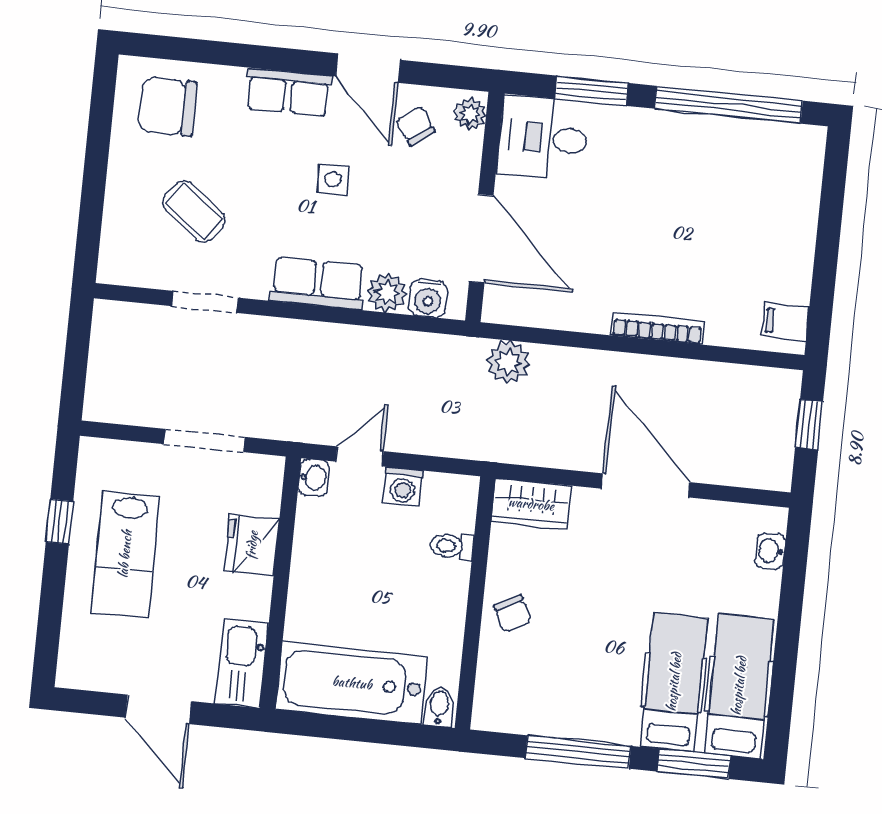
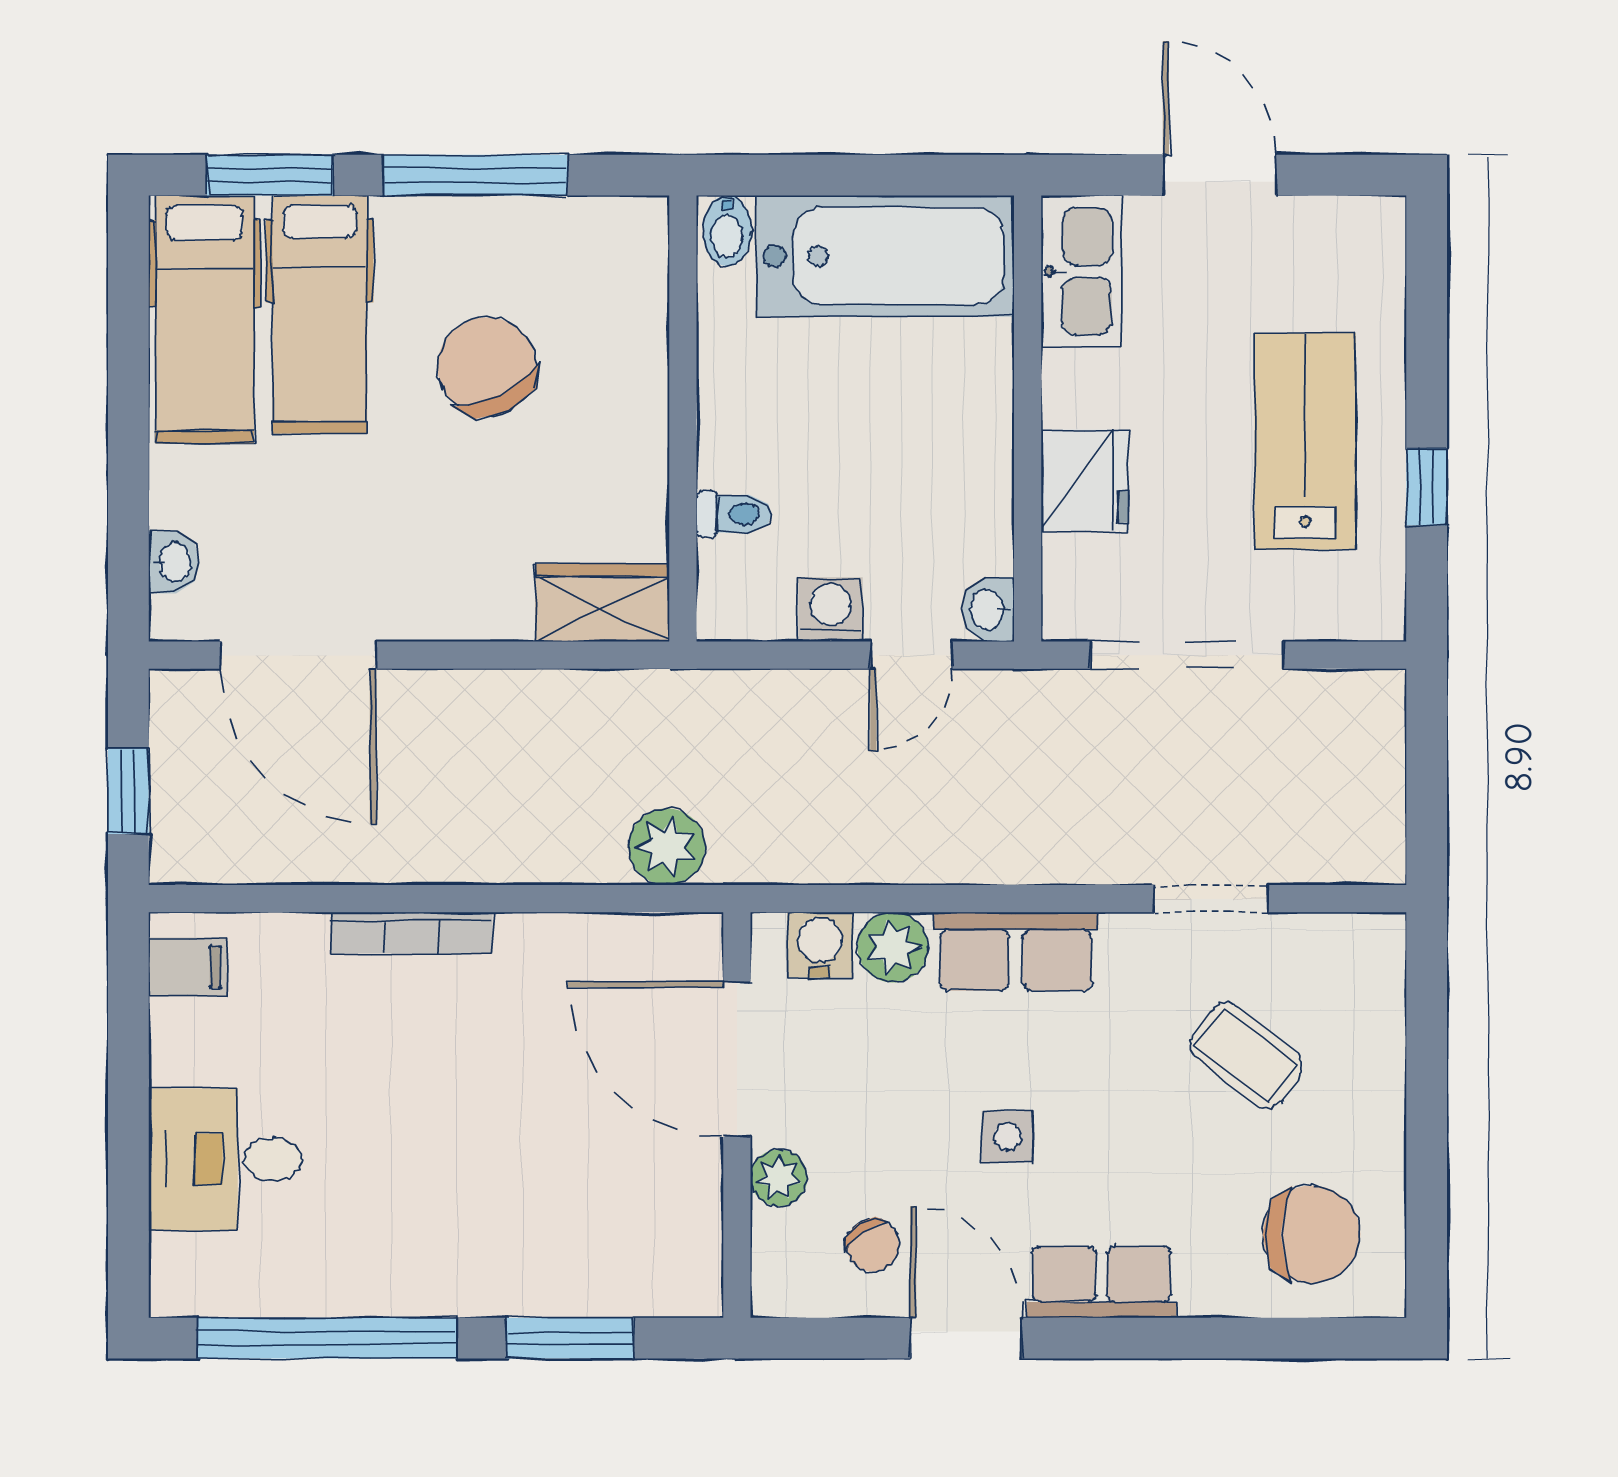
plant: (470, 114) -> (779, 1178), moved
desk: (543, 138) -> (225, 1159), moved, turned 180
doorway: (204, 441) -> (1187, 655), width x1.36
door: (645, 485) -> (298, 655), moved
chair: (512, 614) -> (487, 367), moved, width x1.87, depth x1.87

